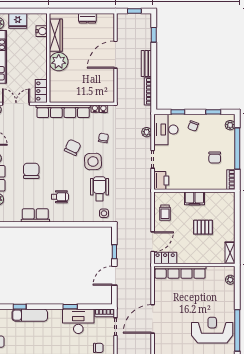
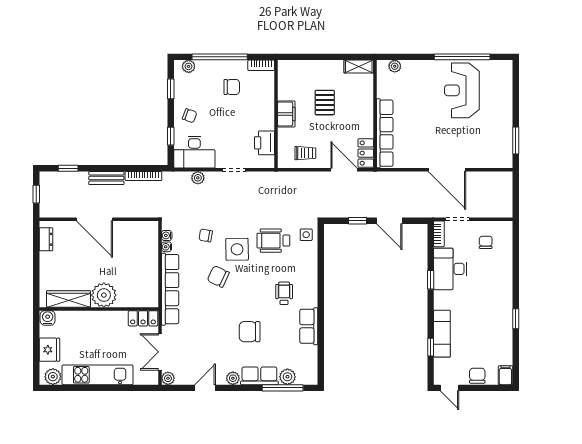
dresser: (87, 18) -> (46, 239), moved
water cooler: (42, 31) -> (48, 318), moved
printer: (161, 181) -> (264, 143), moved, turned -90

